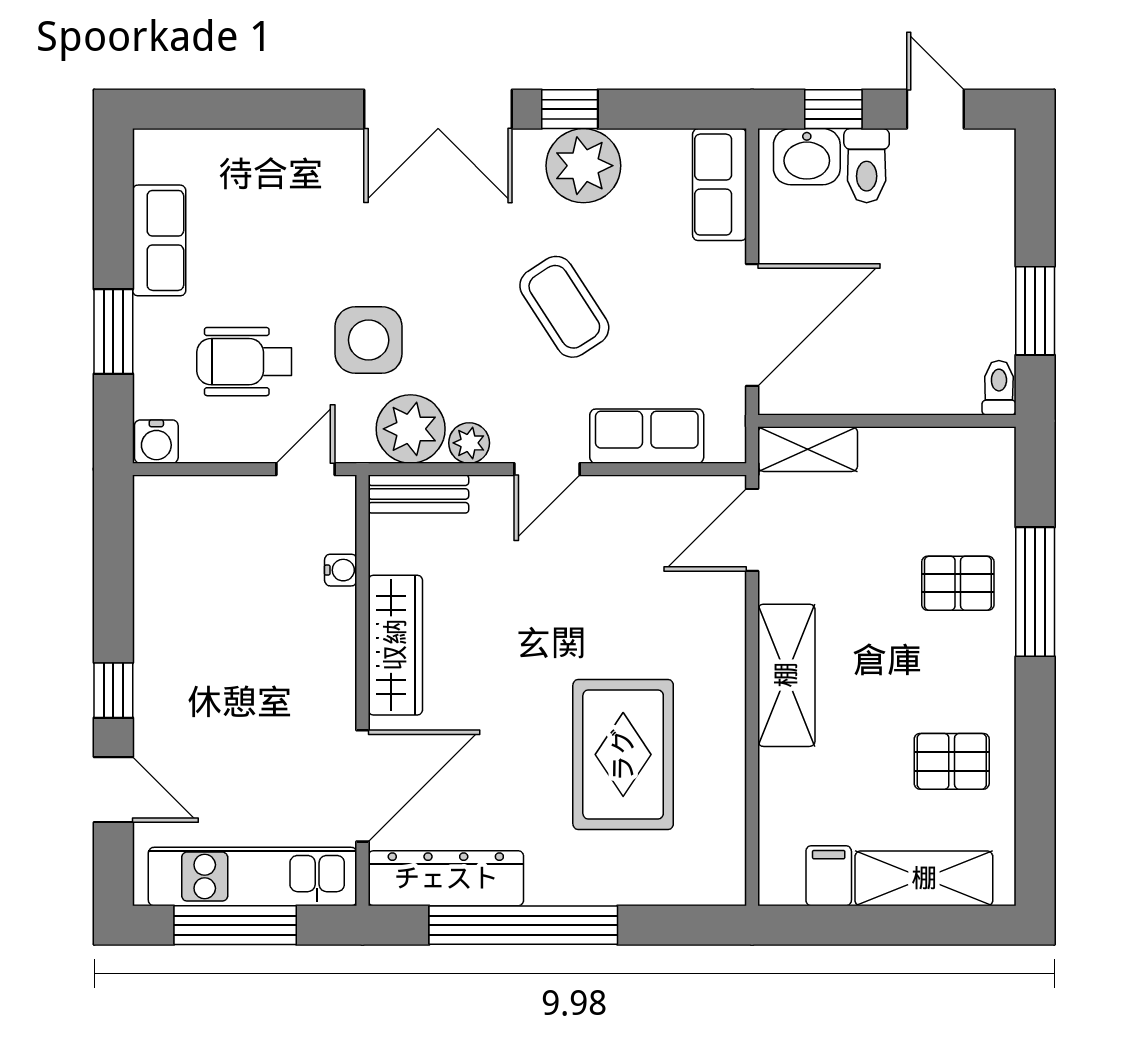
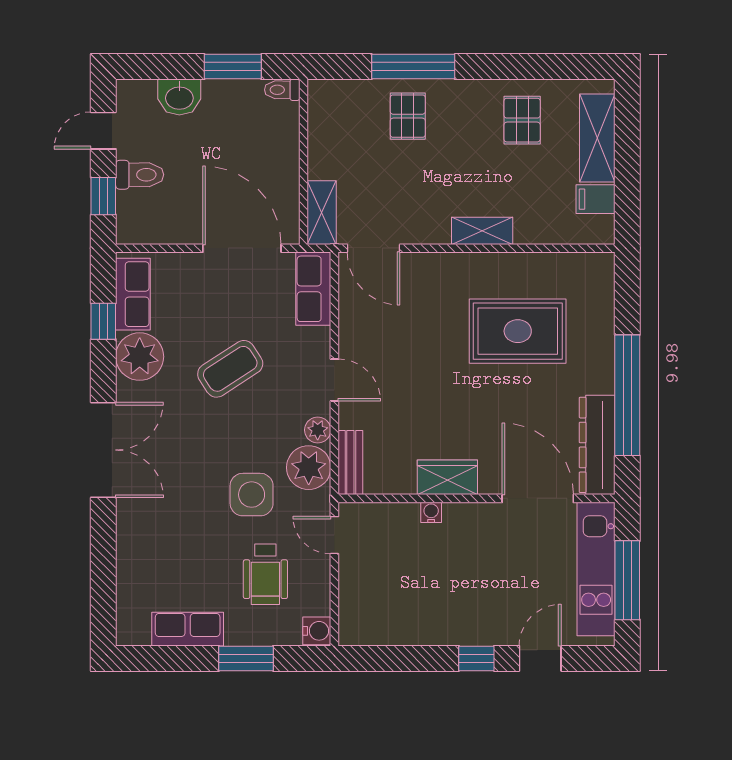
window: (570, 109) -> (103, 321), moved
washbasin: (807, 157) -> (179, 97), moved, turned 90
row of seats: (720, 185) -> (133, 294), moved, turned -90
row of seats: (647, 436) -> (313, 289), moved
water cooler: (341, 570) -> (431, 512), moved
wardrobe: (395, 645) -> (447, 477), width x0.67
shelving: (786, 675) -> (482, 231), width x0.67, depth x0.75

